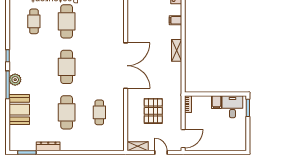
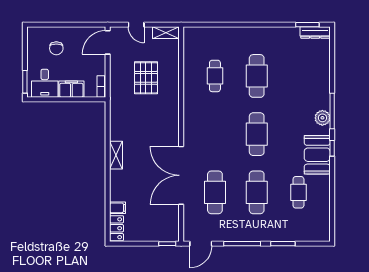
filing cabinet: (175, 20) -> (118, 208), moved
cafe table: (99, 21) -> (215, 192), added
double door: (126, 66) -> (181, 175), moved
filing cabinet: (216, 102) -> (71, 89), width x2.00
booth: (19, 110) -> (317, 155), moved
chair: (223, 134) -> (56, 48), added
dresser: (48, 146) -> (315, 32), moved

